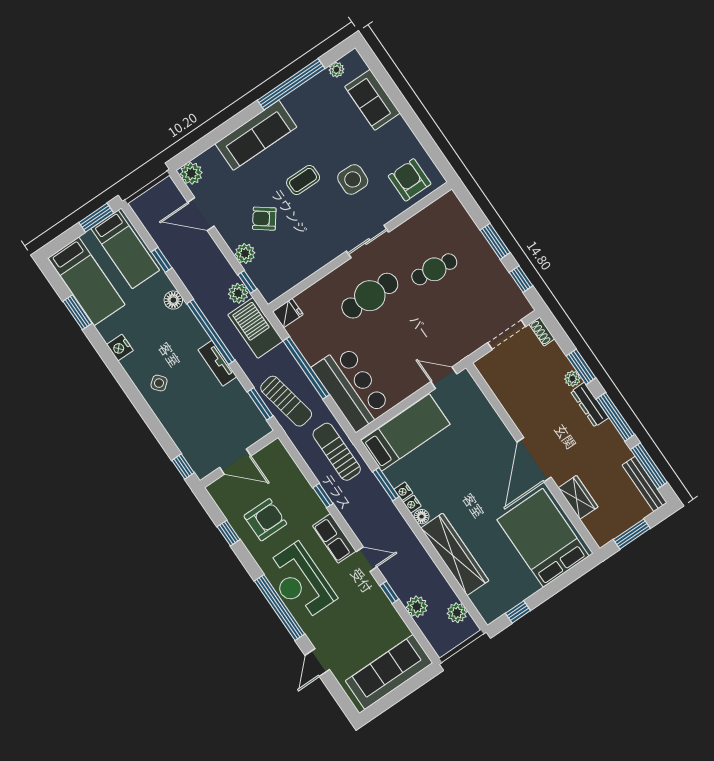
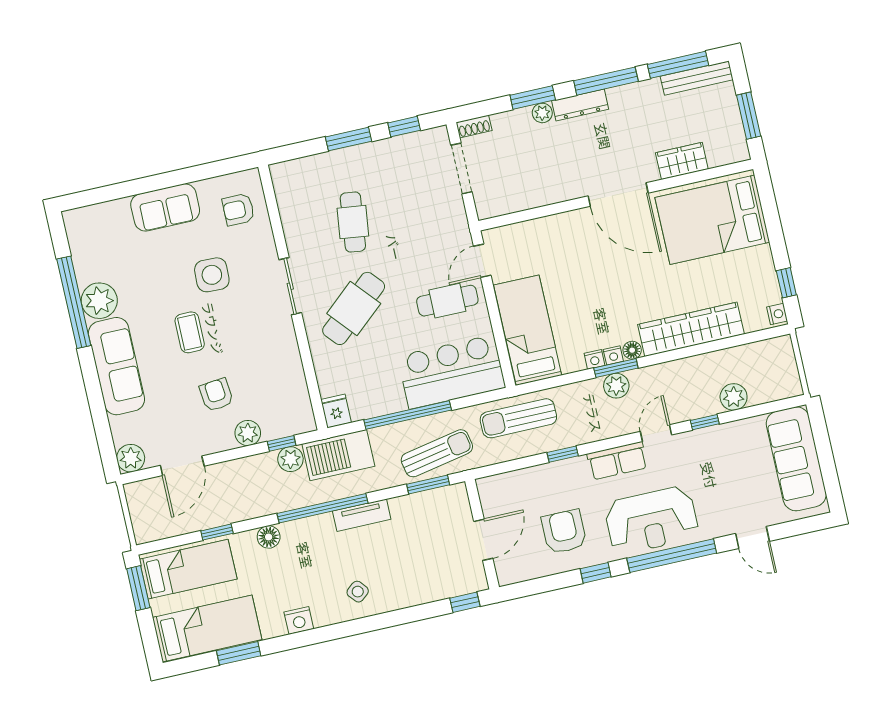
plant: (336, 70) -> (99, 301), moved, width x1.87, depth x1.87
sofa: (372, 100) -> (165, 207), moved
armchair: (410, 180) -> (238, 209), width x0.72, depth x0.72
armchair: (264, 219) -> (216, 395), turned 137
cafe table: (370, 296) -> (354, 308), turned 49
cafe table: (404, 363) -> (447, 301), added
window: (386, 484) -> (616, 368), moved
window: (229, 533) -> (596, 573), moved
plant: (457, 613) -> (616, 386), moved
nightstand: (492, 614) -> (777, 314), added

